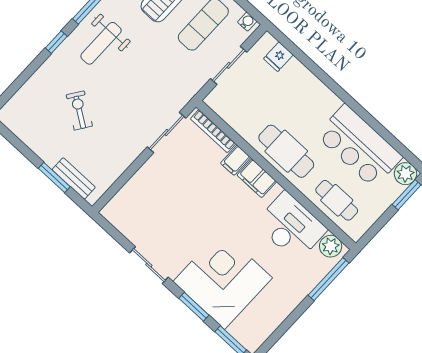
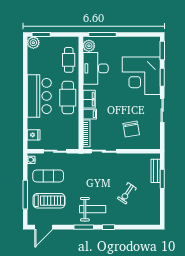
bar counter: (359, 146) -> (39, 96), moved
chair: (162, 198) -> (131, 129), added

